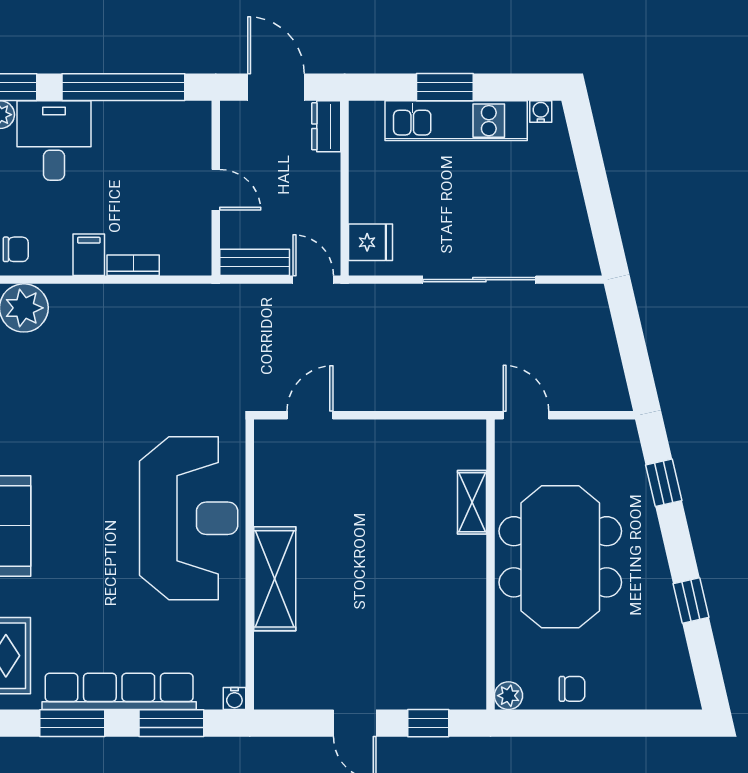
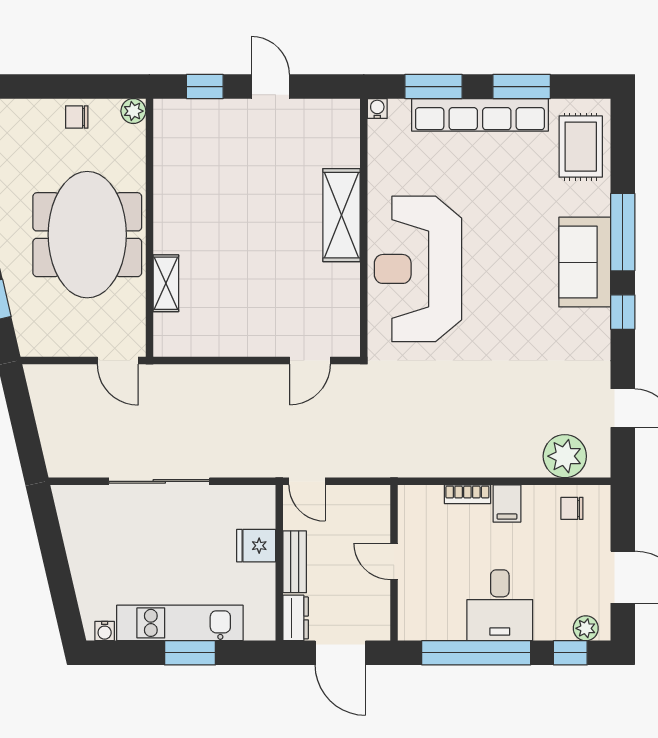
desk: (54, 140) -> (500, 605), moved
fridge: (371, 242) -> (256, 546), moved
bench: (255, 262) -> (295, 562), moved, turned 90

